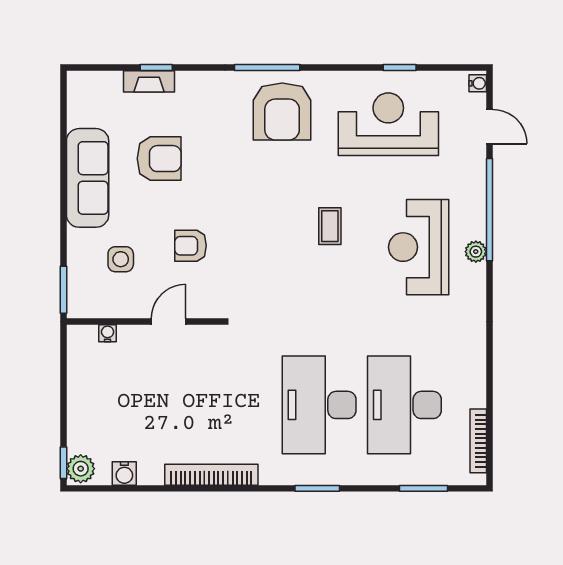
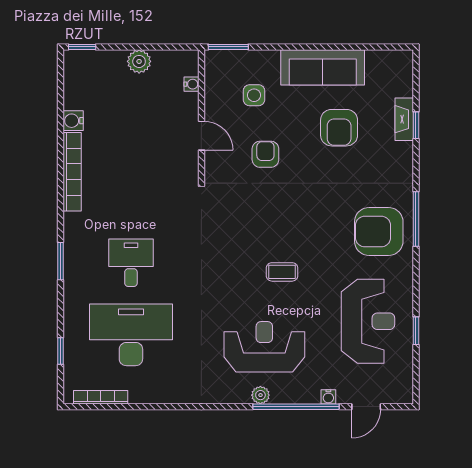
water cooler: (478, 83) -> (328, 397), moved
desk: (319, 405) -> (131, 263), width x0.53, depth x0.77
plant: (81, 469) -> (139, 61), moved
water cooler: (124, 473) -> (73, 121), moved
window: (424, 488) -> (61, 351), width x0.67

